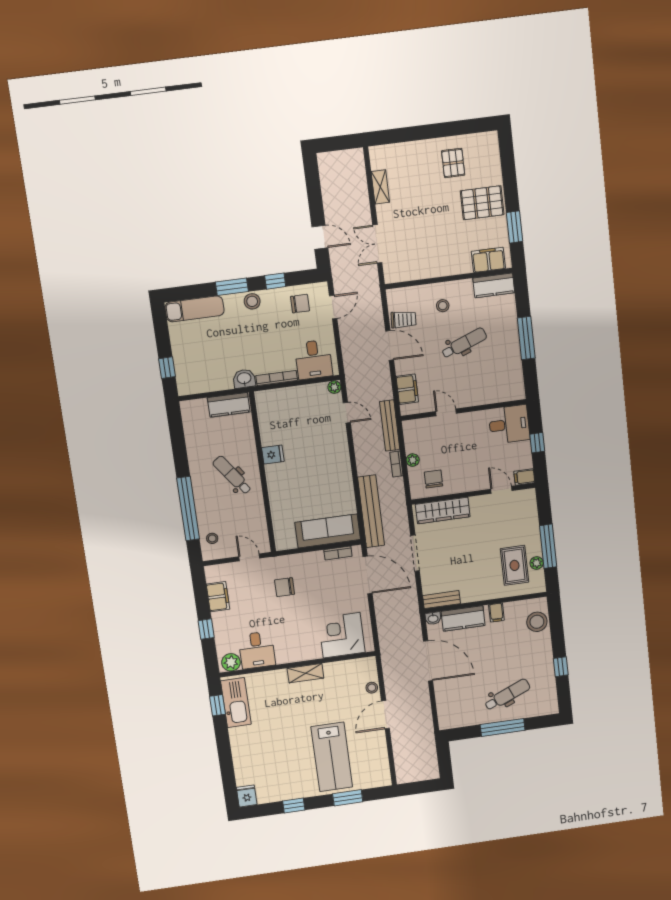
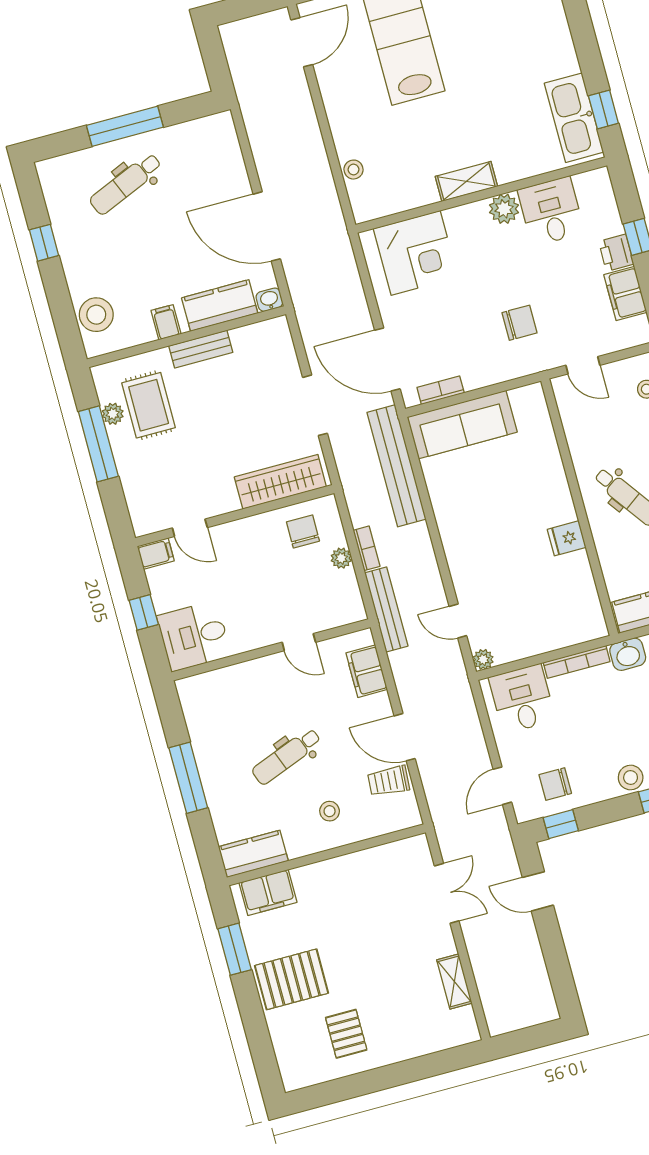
window: (275, 281) -> (561, 824), moved
chair: (434, 479) -> (303, 531), turned 180
bench: (442, 600) -> (201, 349), moved
printer: (221, 621) -> (616, 253), added
plant: (231, 662) -> (504, 209), moved
door: (385, 715) -> (302, 42), moved

